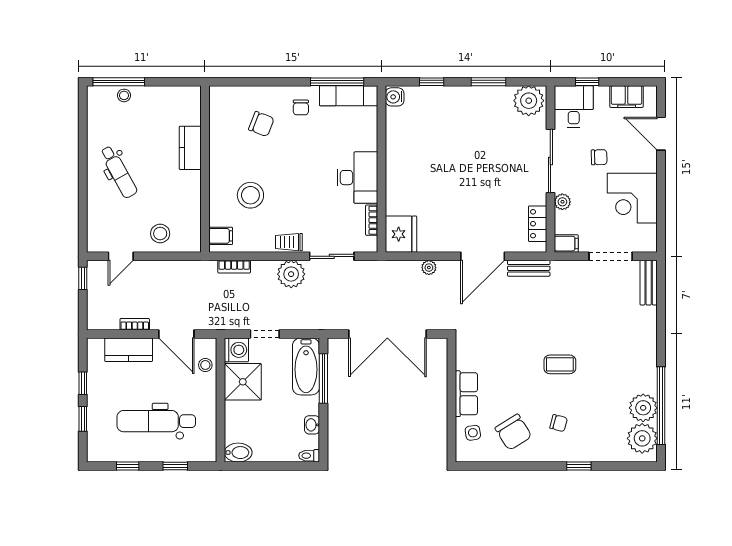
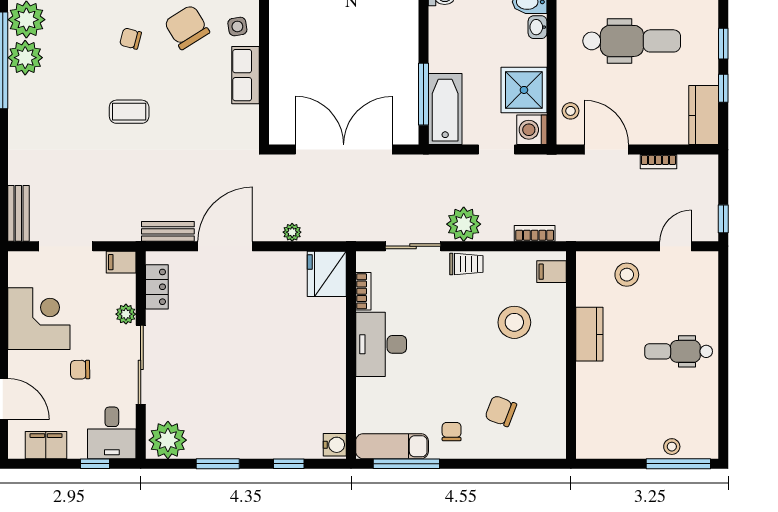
kitchen counter: (190, 148) -> (589, 334), moved
dental chair: (119, 172) -> (679, 351), turned -61
kitchen counter: (129, 350) -> (704, 115), moved, turned -90
washbasin: (312, 425) -> (538, 27), moved, turned 180

